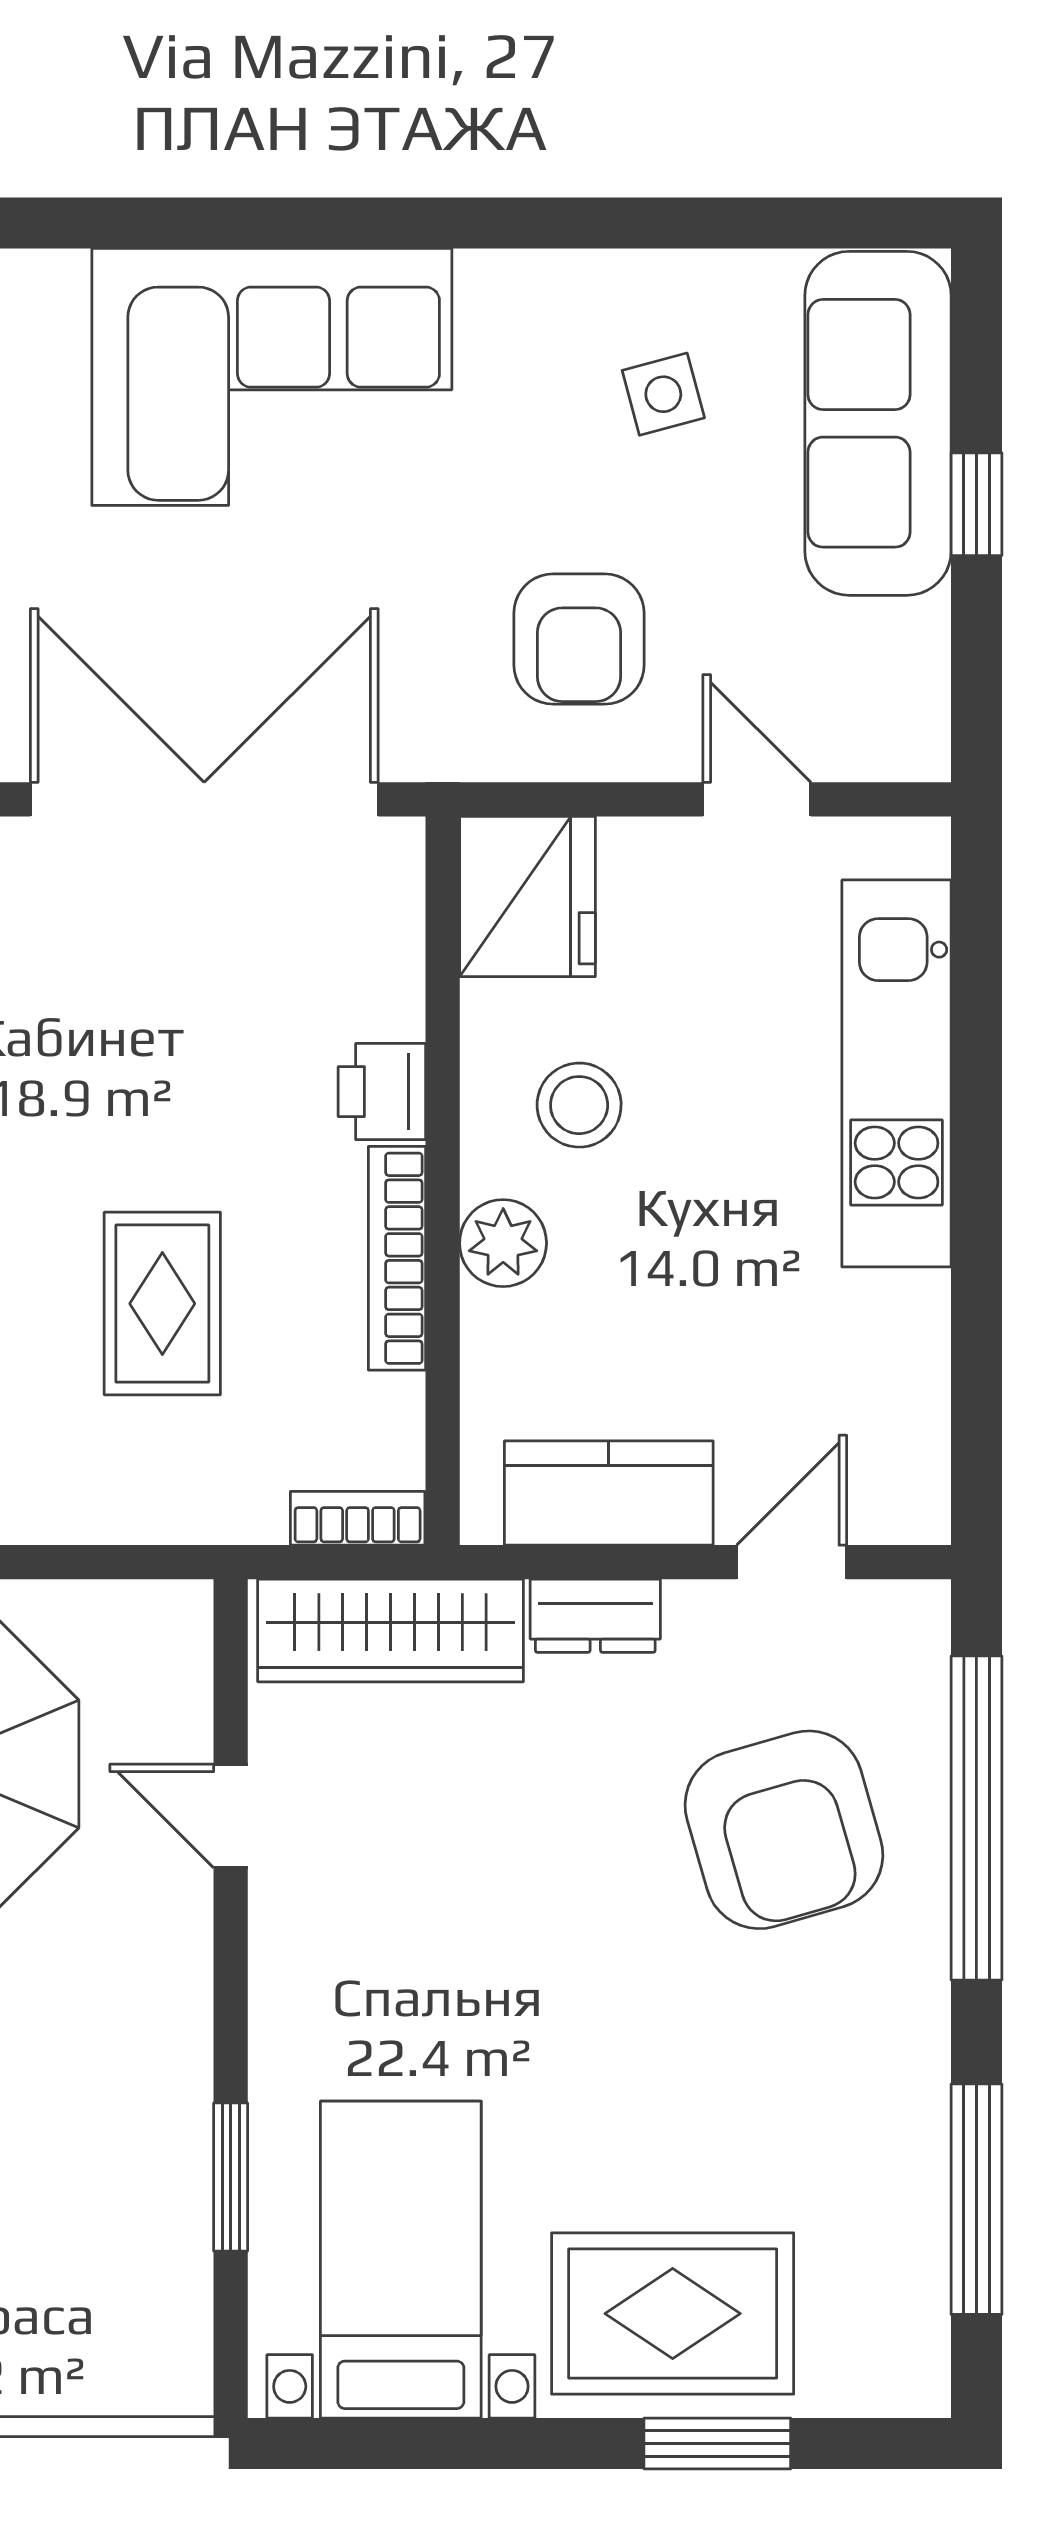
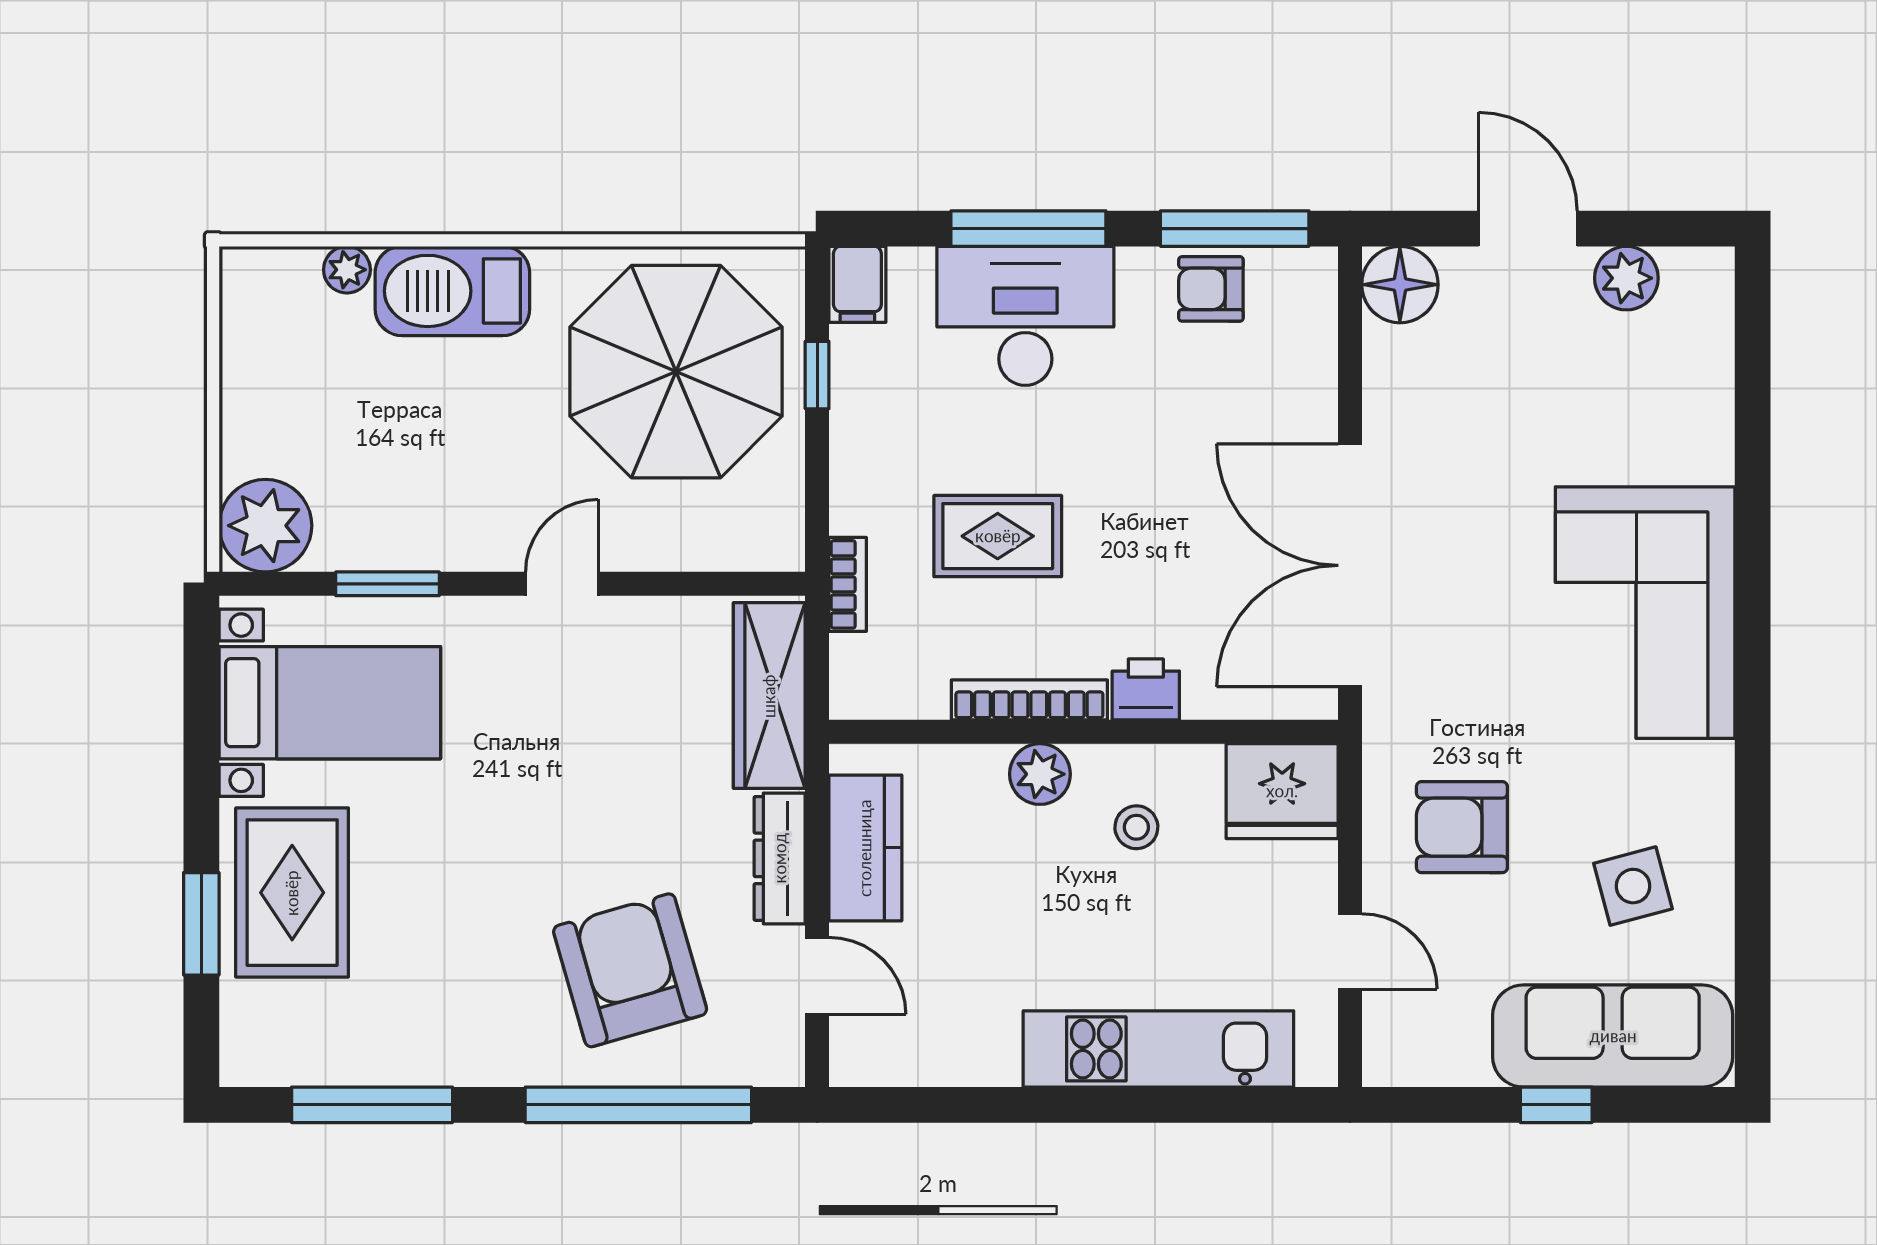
side table: (663, 394) -> (1633, 886), width x1.37, depth x1.37
double door: (204, 799) -> (1350, 565), swing flipped
door: (757, 799) -> (1350, 951), hinge flipped
stool: (579, 1105) -> (1136, 827), width x0.73, depth x0.73
bookcase: (358, 1518) -> (848, 584), moved
dresser: (595, 1616) -> (780, 858), width x1.44
door: (231, 1816) -> (562, 584), moved
armchair: (784, 1830) -> (630, 970), turned 90
plant: (147, 2352) -> (265, 526), added

